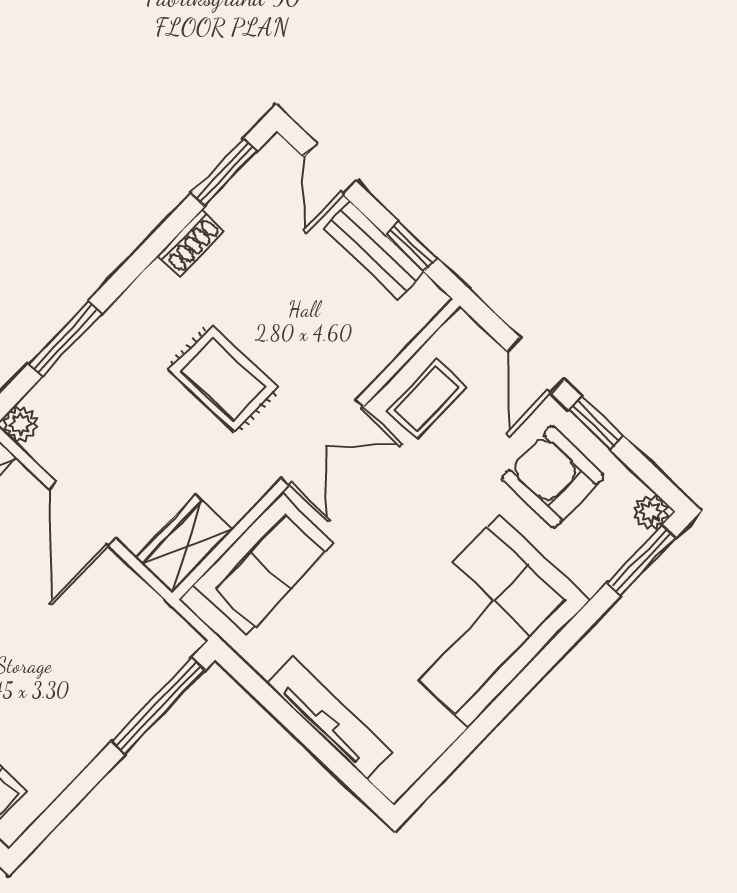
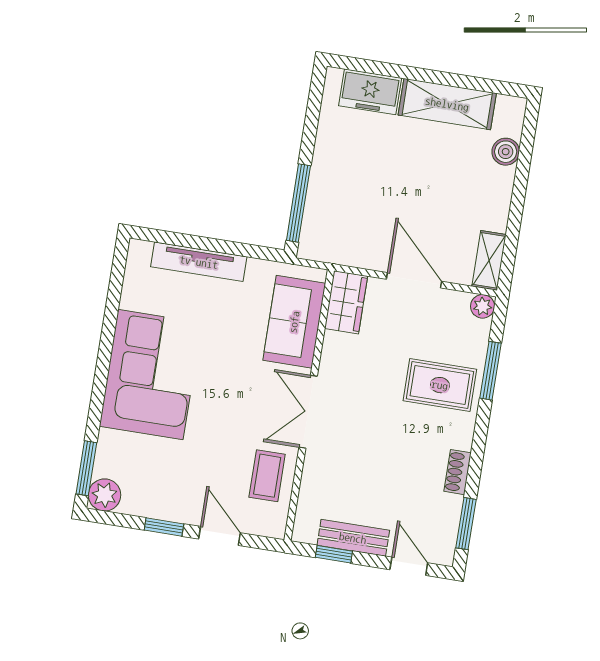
rug: (223, 379) -> (440, 385), moved
armchair: (553, 477) -> (167, 481), removed
plant: (651, 512) -> (105, 495), width x1.38, depth x1.38

